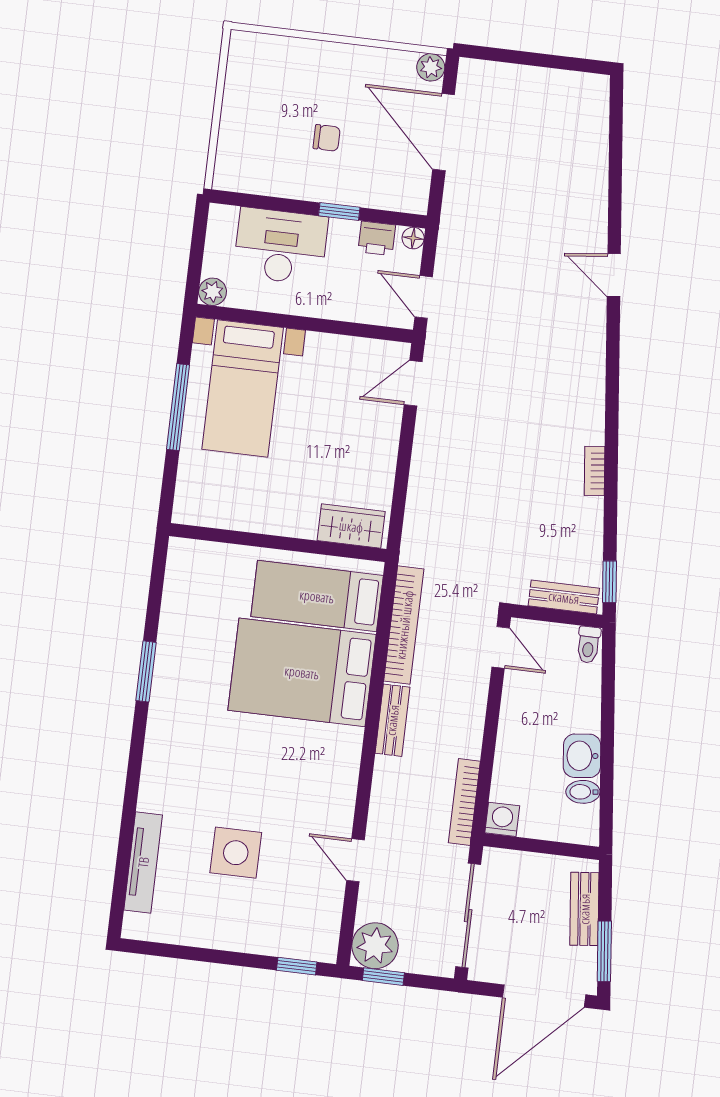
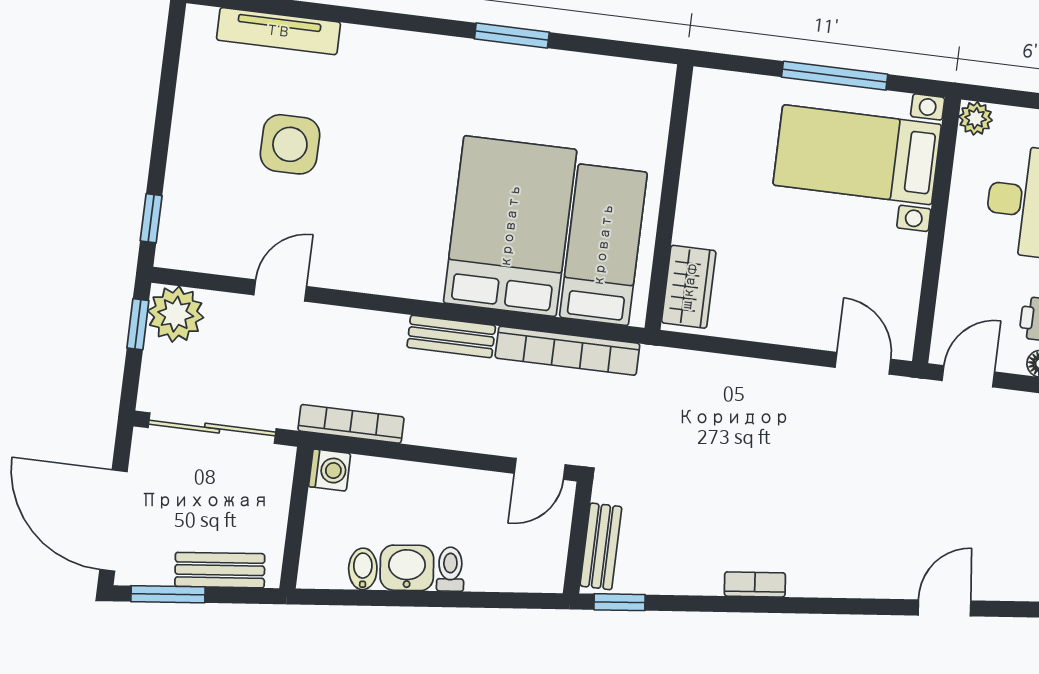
door: (614, 275) -> (944, 608), moved
toilet: (588, 645) -> (450, 569), moved, turned 84

